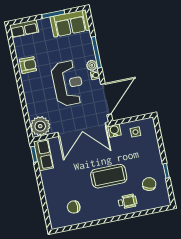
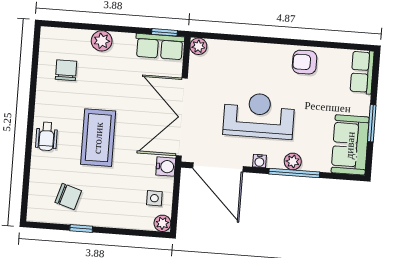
armchair: (28, 65) -> (305, 62), turned 90
plant: (92, 65) -> (293, 161), moved
reception desk: (68, 83) -> (259, 116), turned 180
plant: (149, 123) -> (162, 223), added
plant: (40, 126) -> (198, 46), width x0.53, depth x0.53
plant: (50, 191) -> (102, 41), added
wheelchair: (127, 201) -> (47, 136), moved

